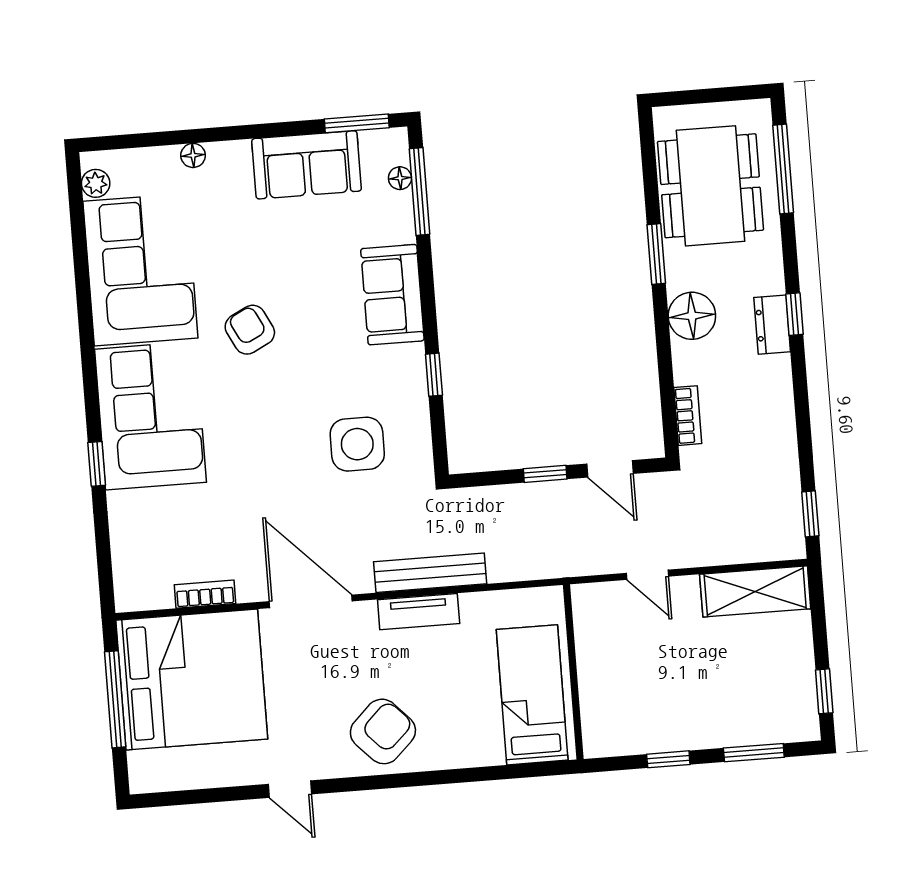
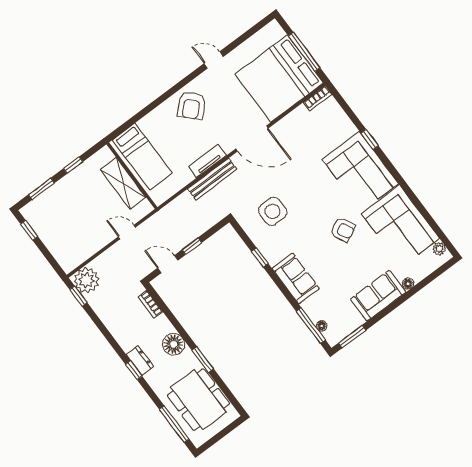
sofa: (307, 165) -> (378, 296), moved
plant: (777, 533) -> (86, 280), added
shelving: (755, 591) -> (123, 183), moved, turned 90
bookcase: (205, 594) -> (318, 98), moved

